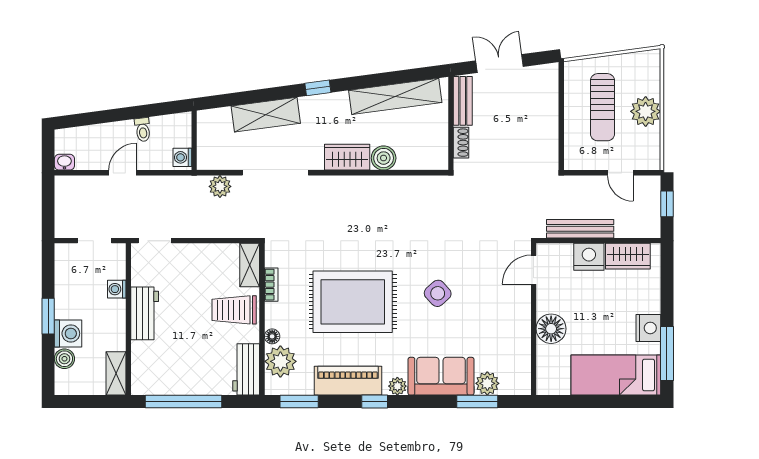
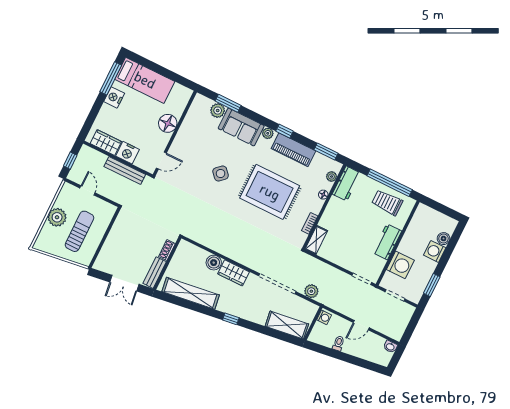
shelving: (266, 115) -> (287, 325), moved
washing machine: (117, 289) -> (400, 265), width x1.89, depth x1.89
trolley: (234, 310) -> (387, 202), moved, turned 180
window: (48, 316) -> (432, 285), moved
plant: (280, 361) -> (332, 177), width x0.53, depth x0.53
shelving: (116, 373) -> (419, 217), removed

